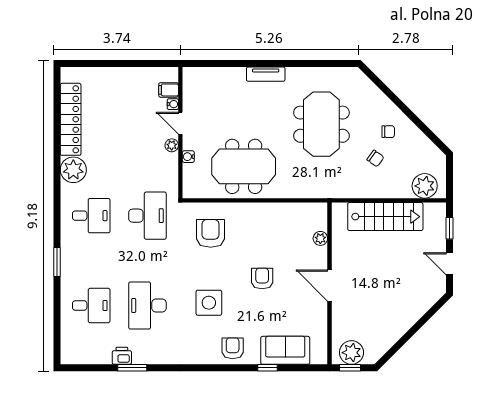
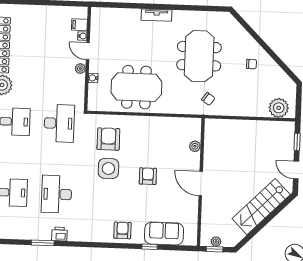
chair: (375, 158) -> (208, 99), moved
stairs: (385, 217) -> (261, 207), moved, turned 135
side table: (209, 303) -> (108, 168), moved
plant: (351, 353) -> (216, 242), width x0.53, depth x0.53
printer: (122, 356) -> (59, 234), moved

